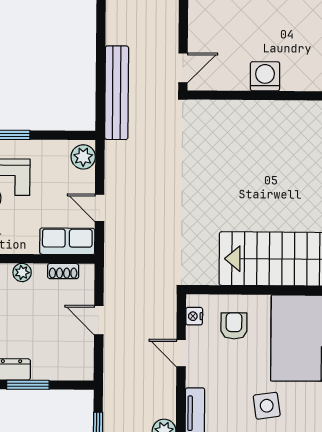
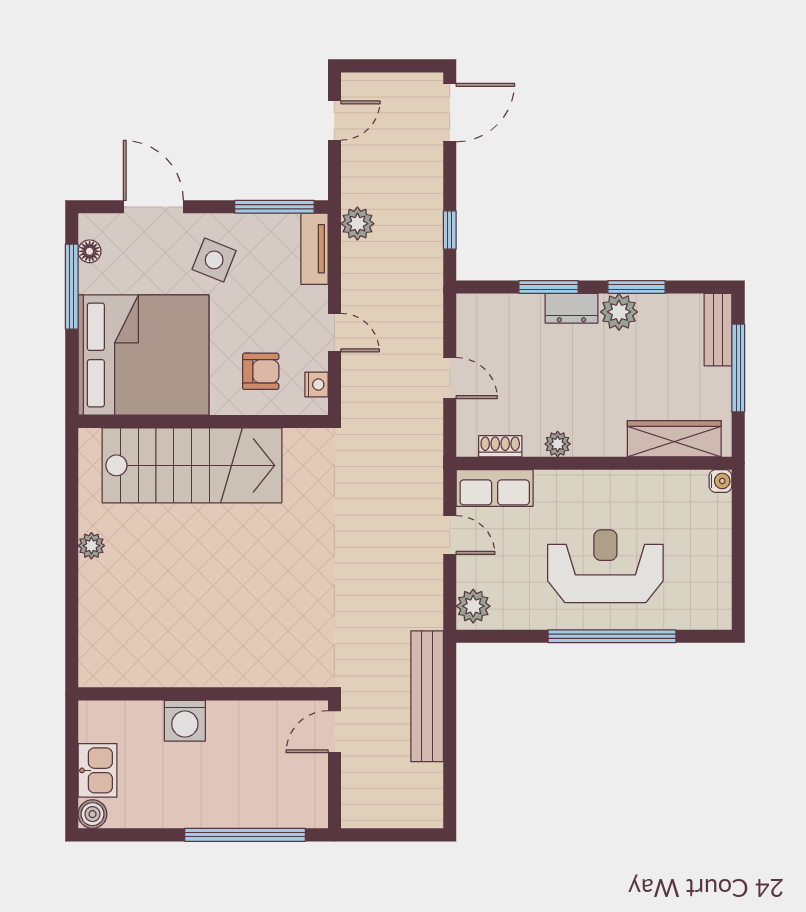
washing machine: (265, 76) -> (185, 721), moved
armchair: (234, 326) -> (261, 371), turned -90
side table: (267, 406) -> (214, 260), turned 30

